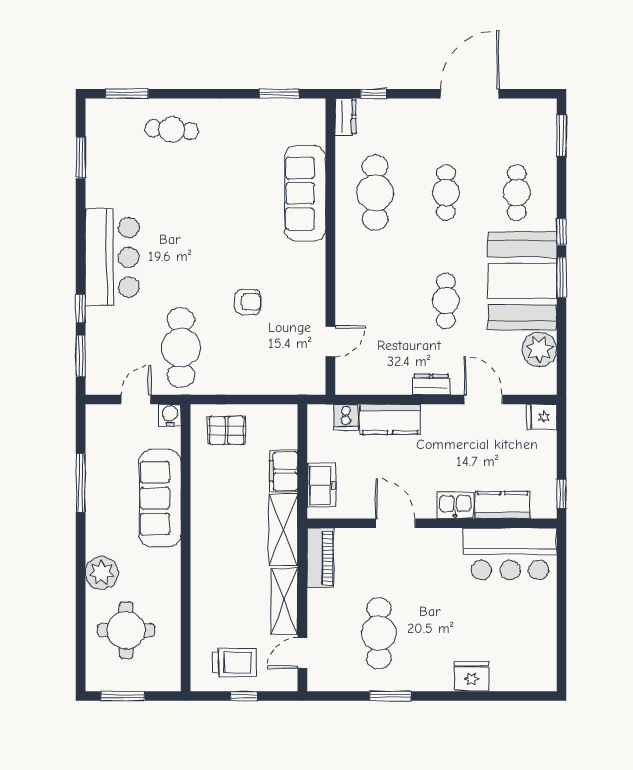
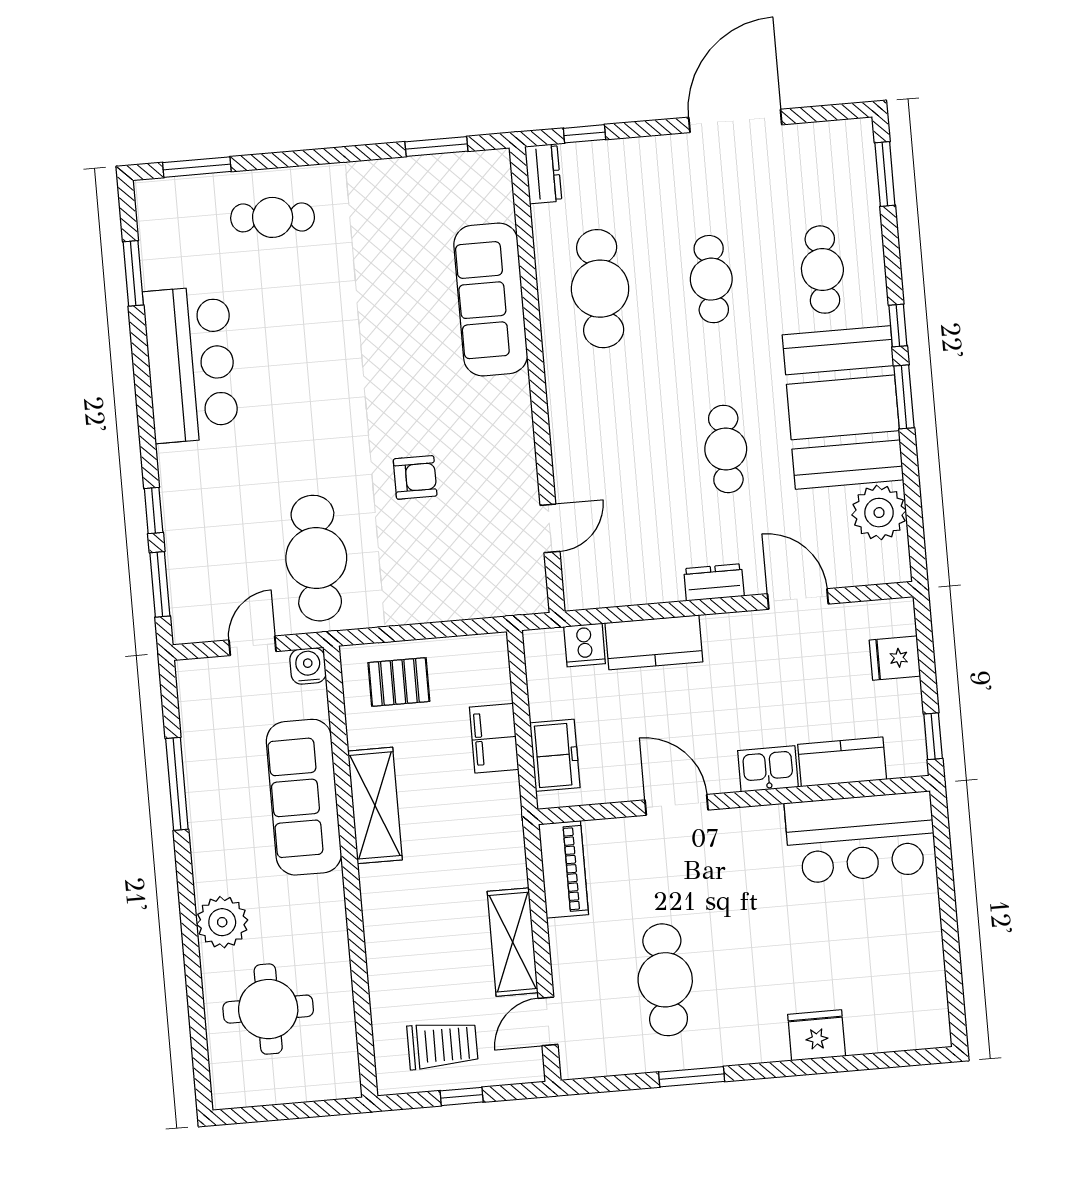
bar counter: (112, 257) -> (191, 364), moved
fridge: (542, 417) -> (895, 658), moved
shelving: (283, 530) -> (375, 805), moved
window: (123, 696) -> (272, 1113), removed

